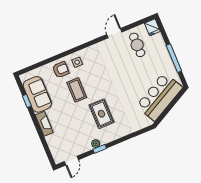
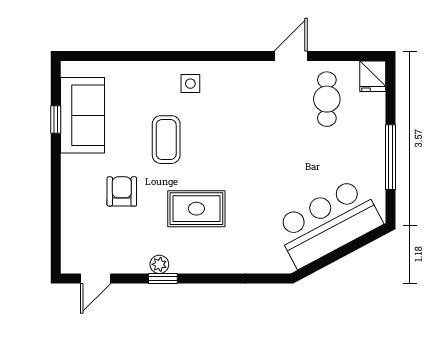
armchair: (61, 70) -> (122, 191), moved, turned -90
rug: (101, 114) -> (196, 209), turned 90
fireplace: (44, 124) -> (72, 181), removed

